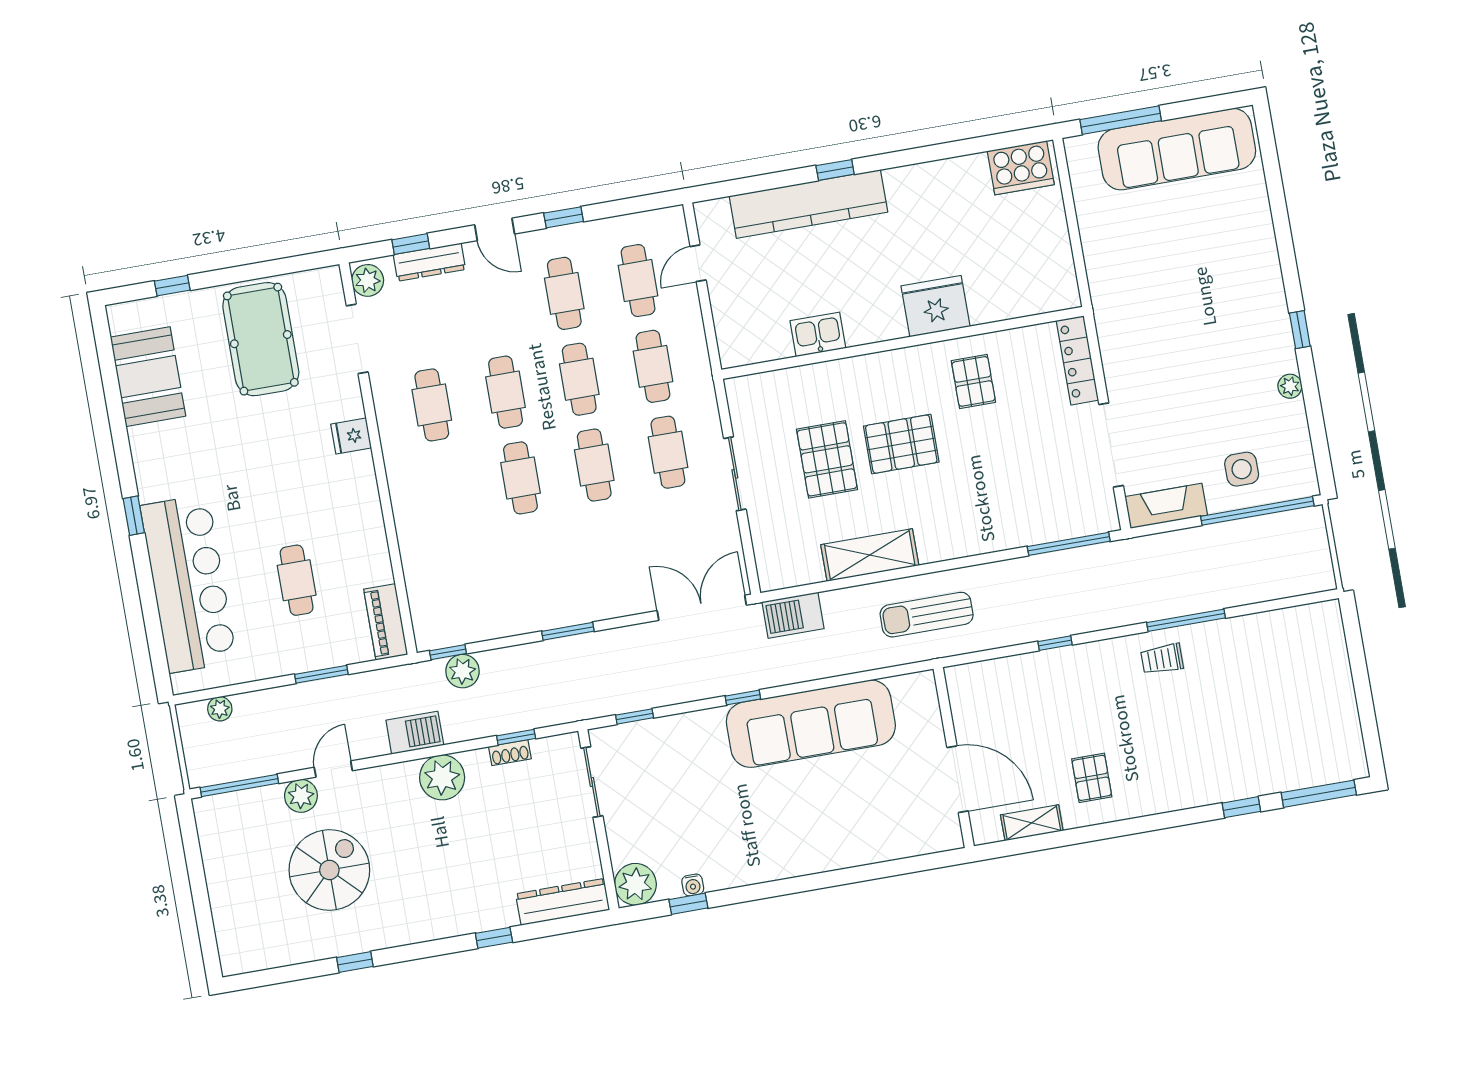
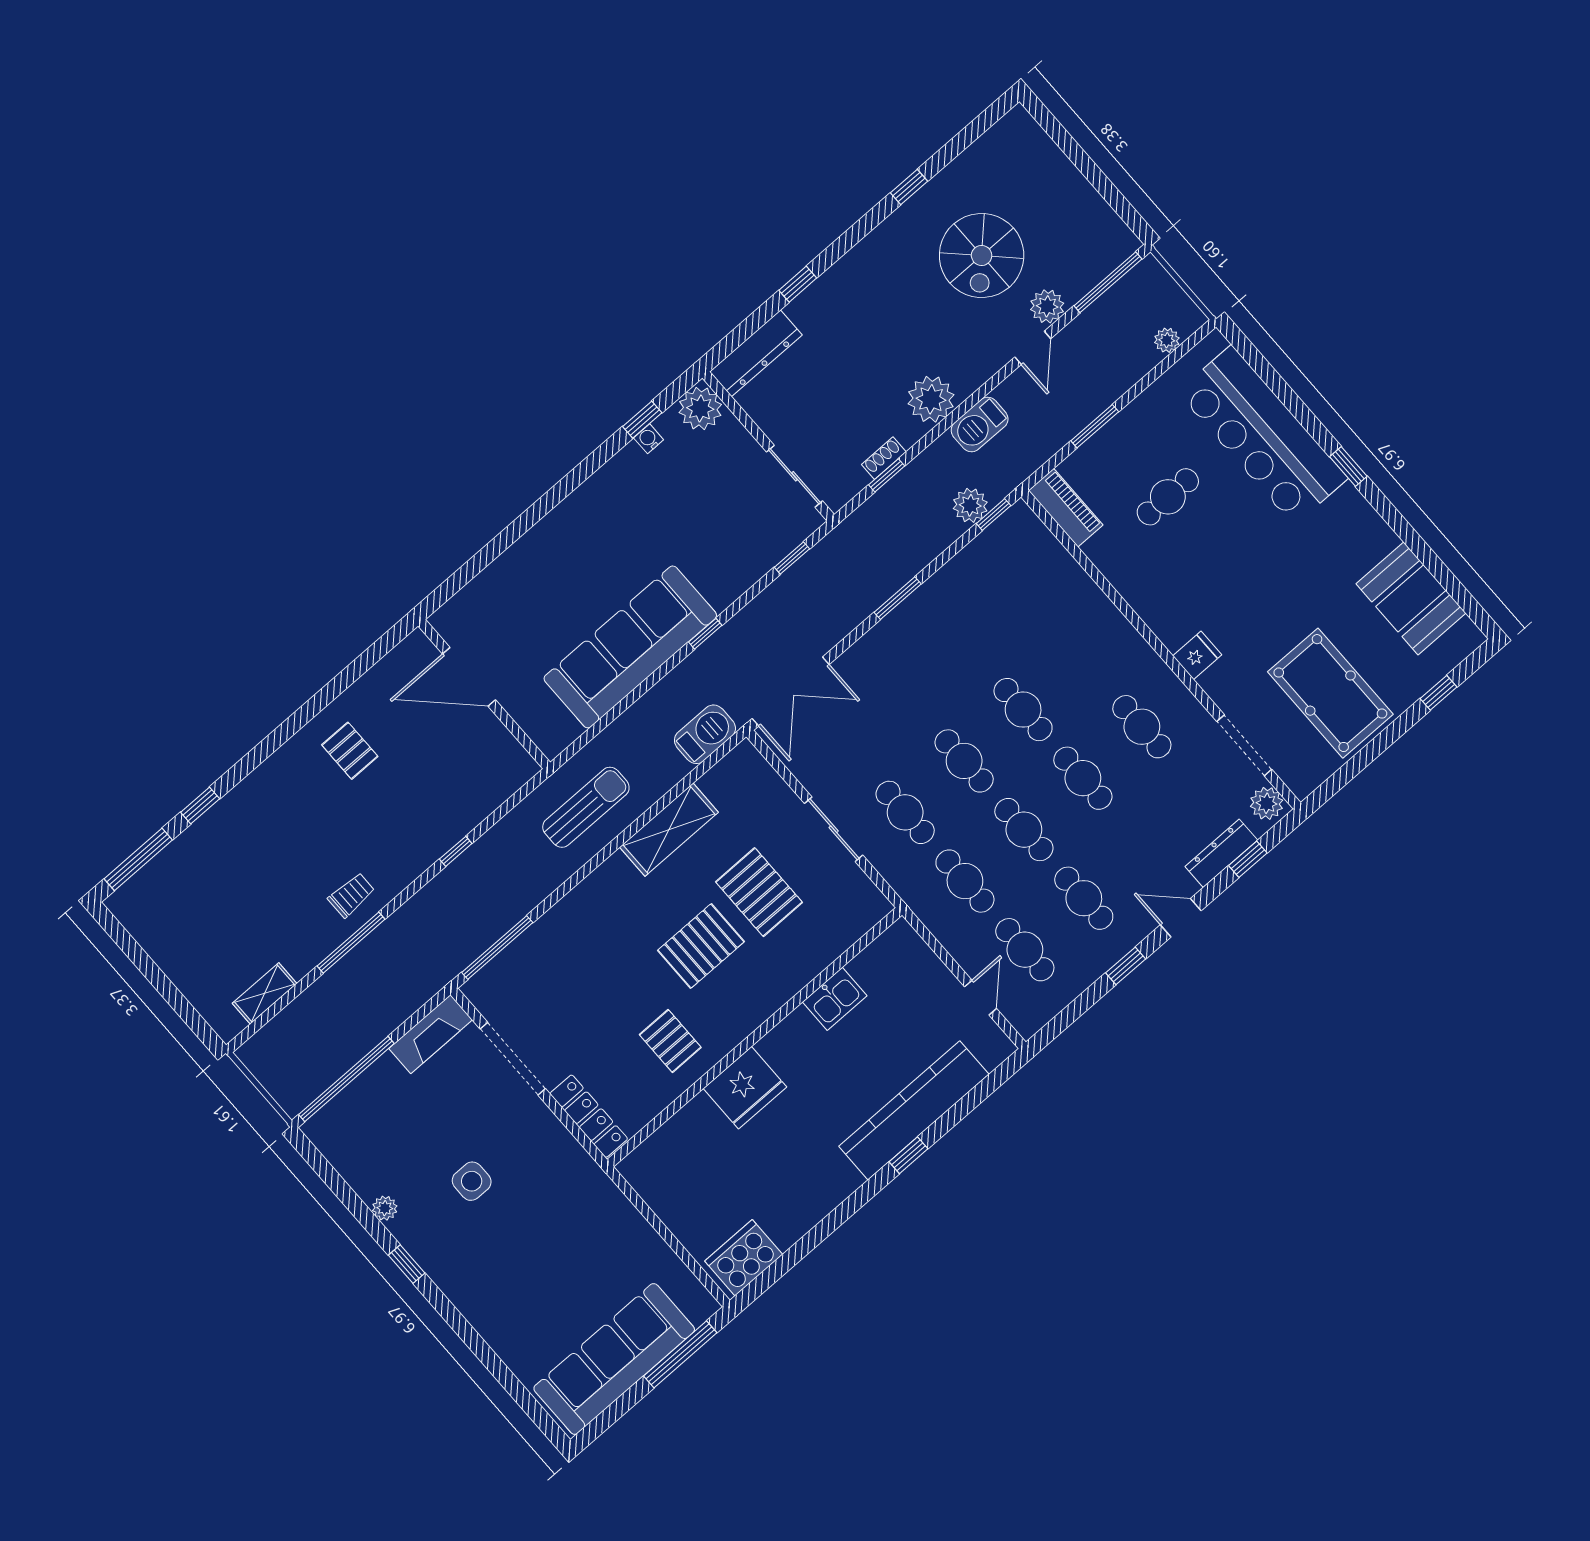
side table: (1242, 469) -> (472, 1181), moved
cafe table: (297, 580) -> (1168, 497), turned 90
shelving: (1032, 823) -> (265, 993), moved

